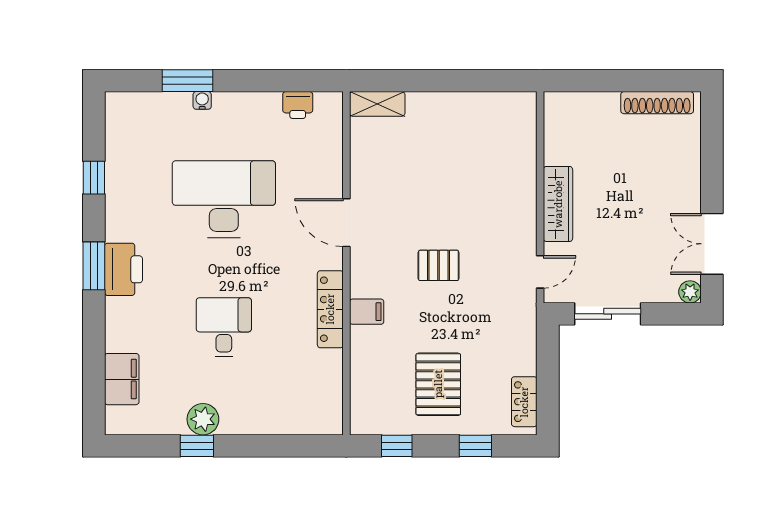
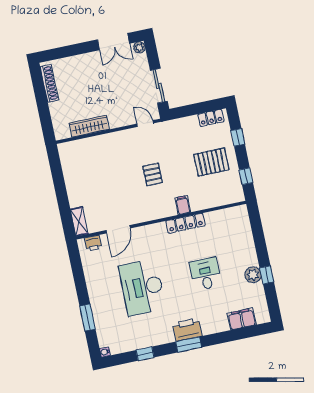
water cooler: (202, 100) -> (105, 352), moved
printer: (298, 105) -> (93, 243), moved, turned 90
wardrobe: (558, 204) -> (89, 126), moved
door: (346, 223) -> (118, 229), moved
desk: (224, 327) -> (205, 274), turned 90

